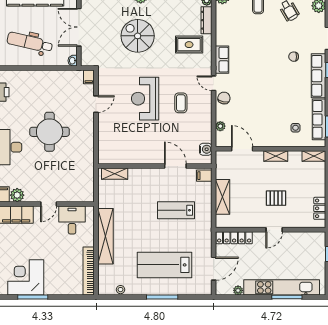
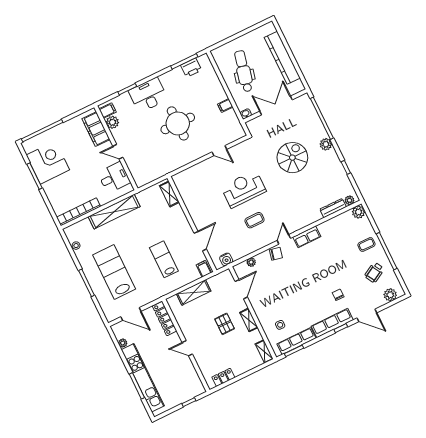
rug: (189, 45) -> (306, 204), removed
filing cabinet: (89, 77) -> (225, 106), moved
pallet: (276, 198) -> (225, 324), moved

